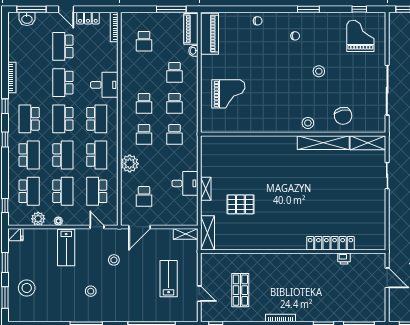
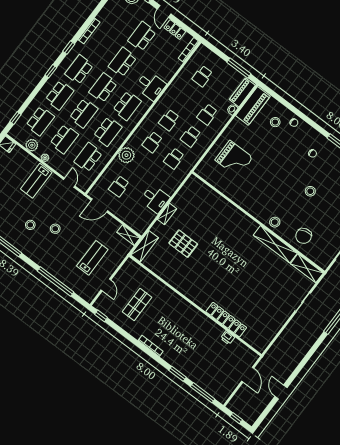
stool: (241, 33) -> (275, 122), added
stool: (114, 260) -> (55, 229), moved

